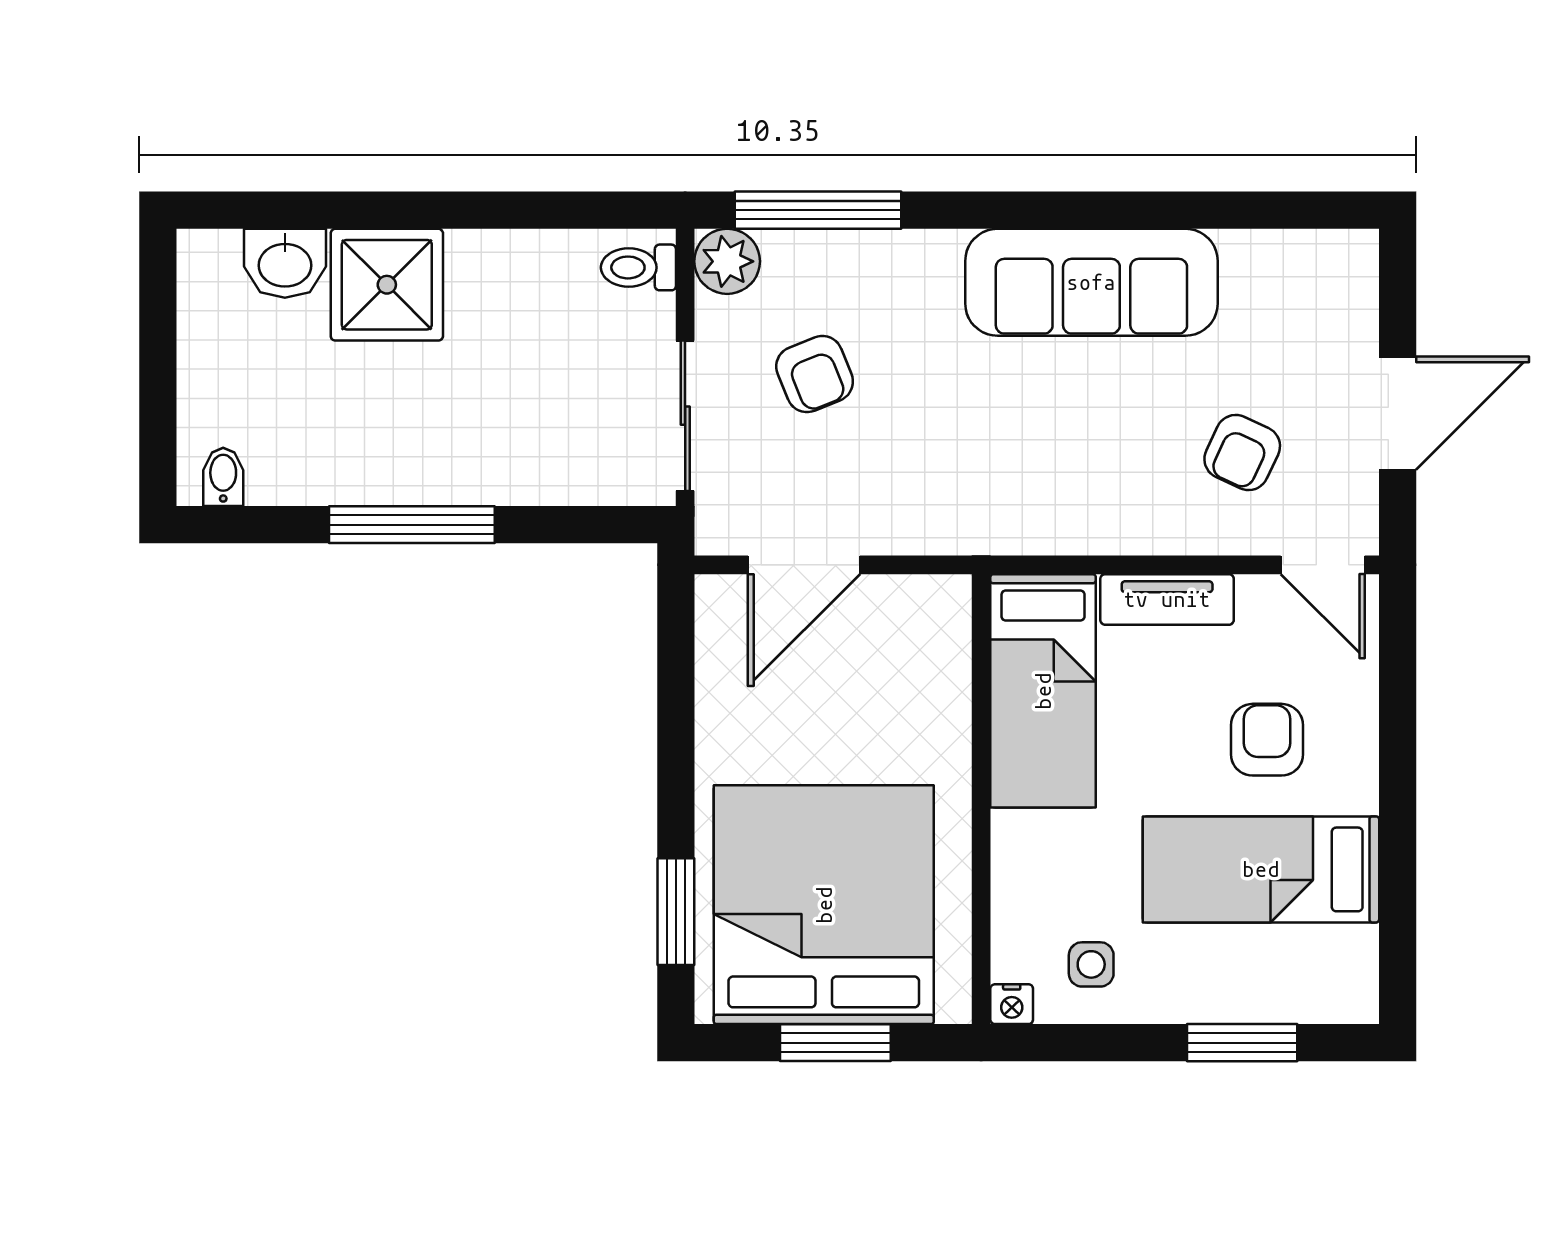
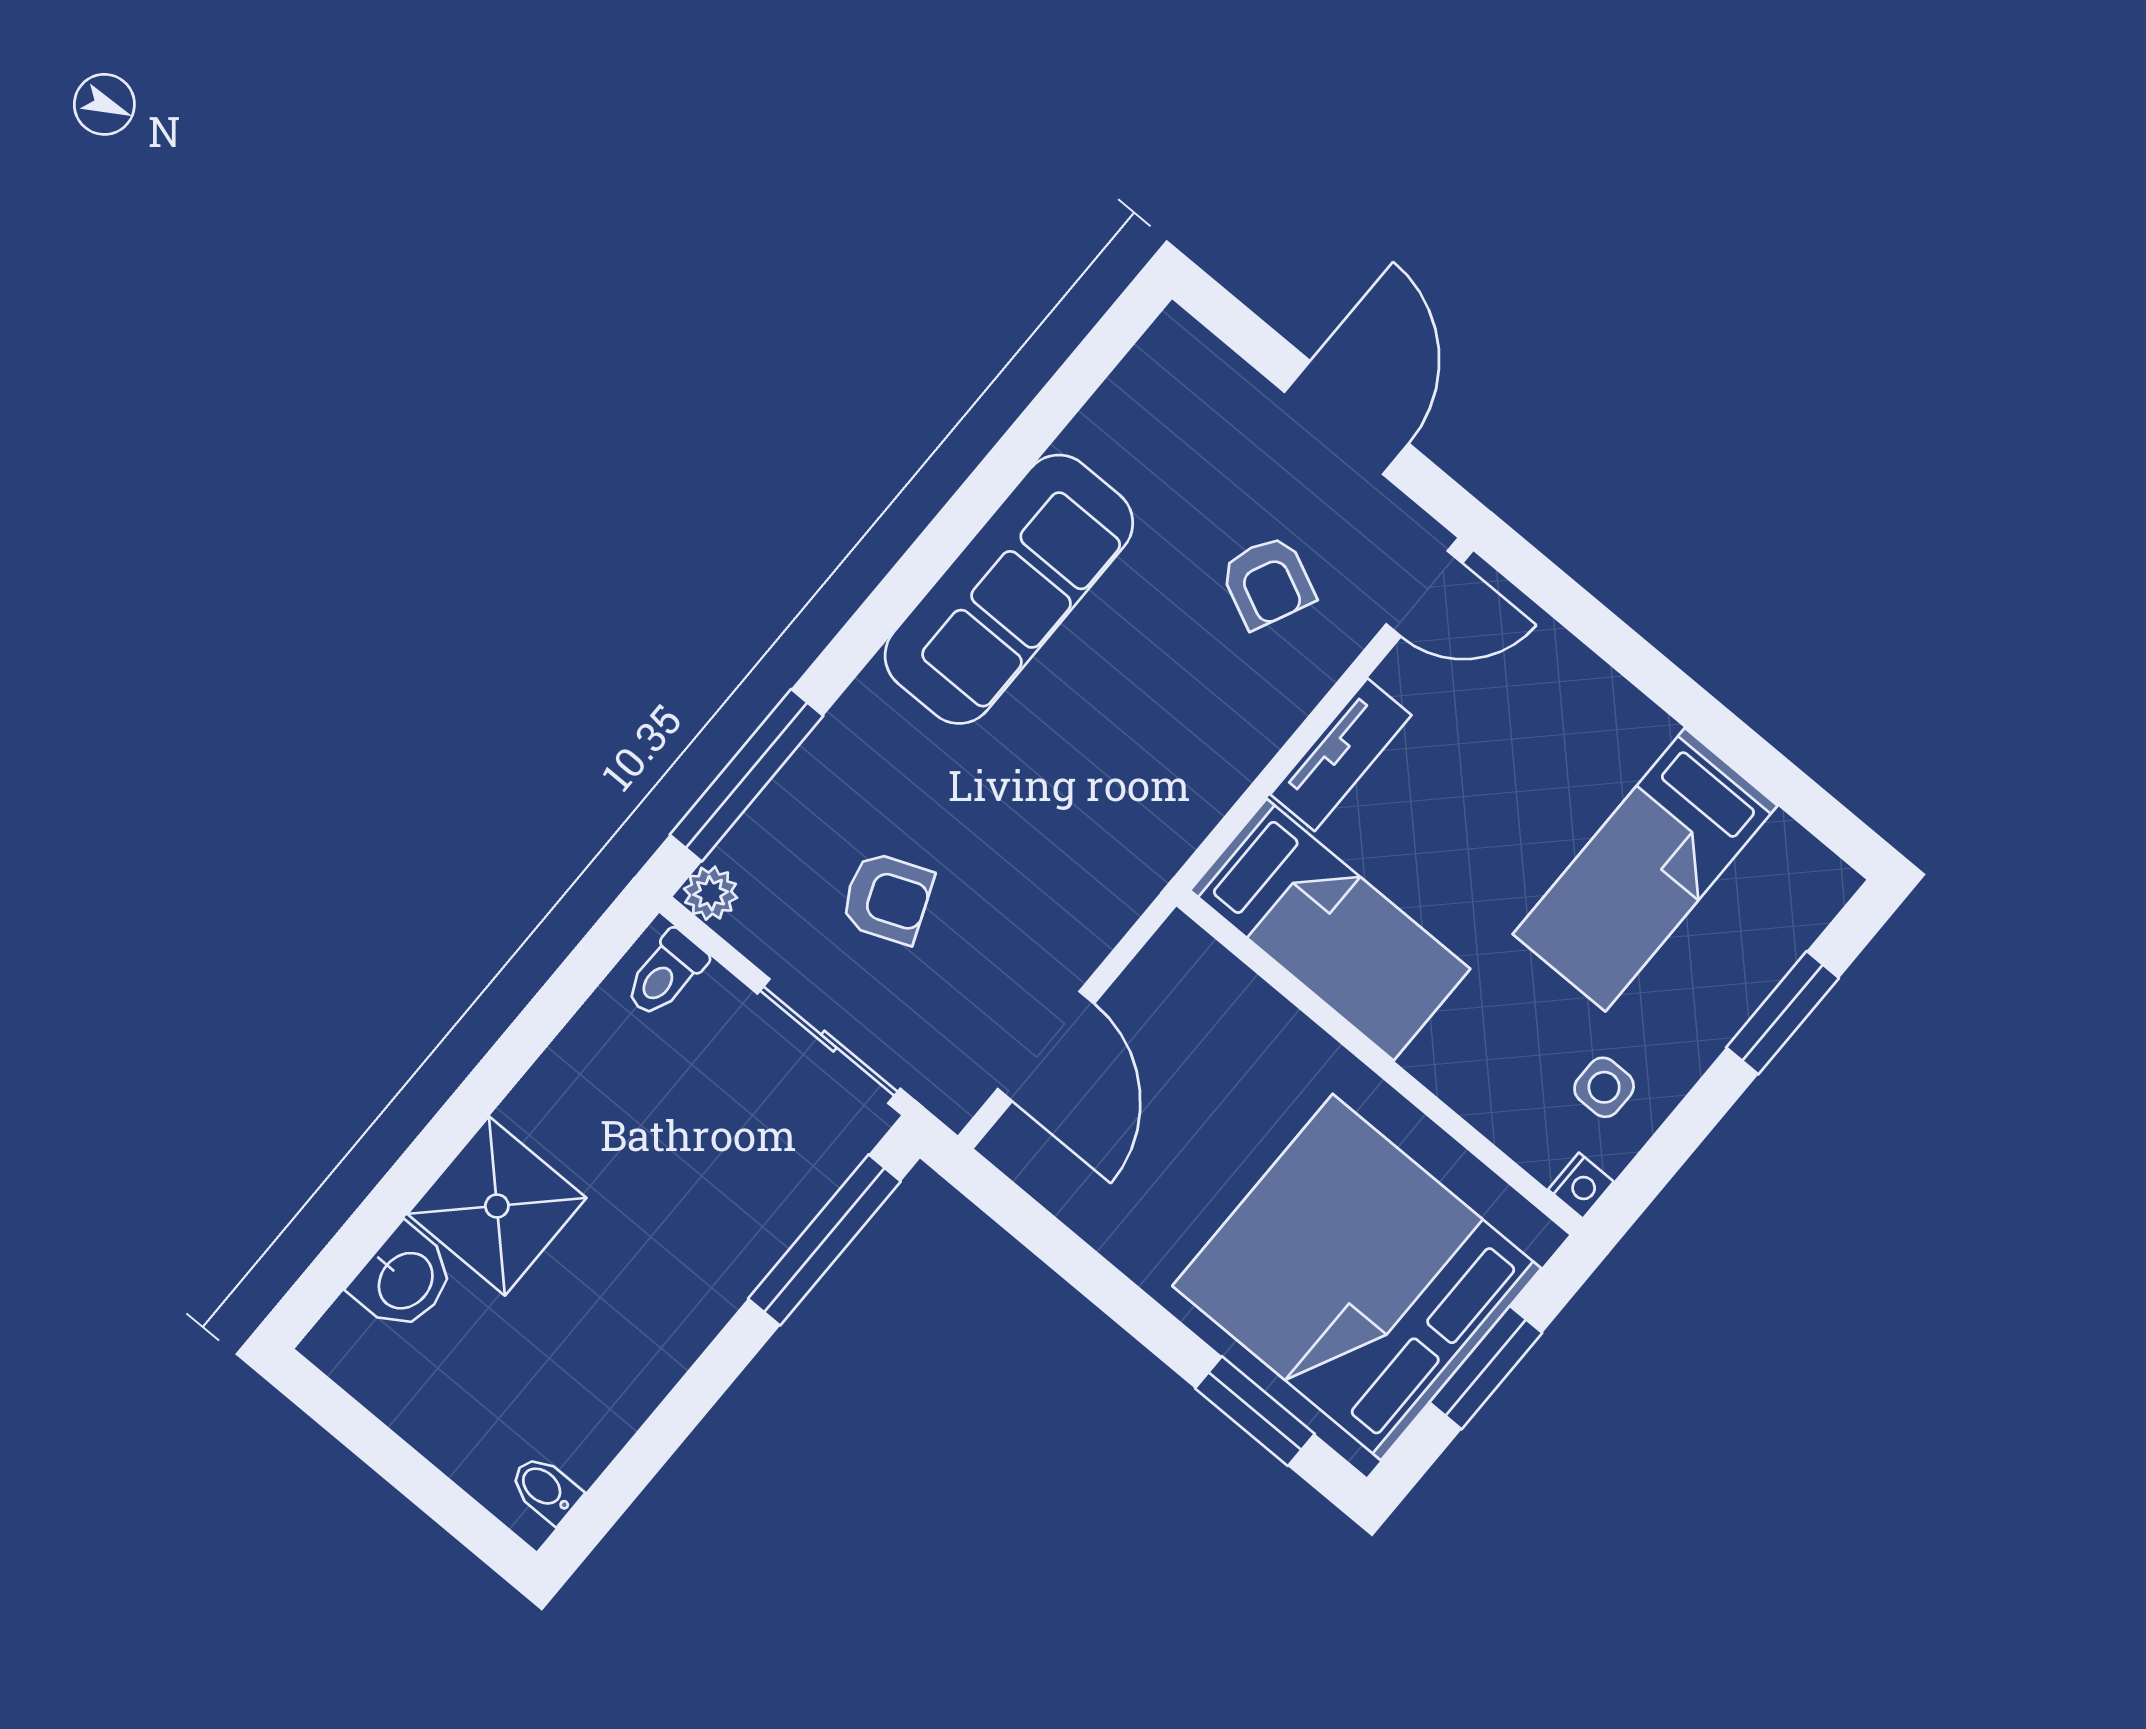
plant: (727, 261) -> (711, 893), width x0.73, depth x0.73
window: (412, 525) -> (824, 1240), moved
armchair: (1267, 740) -> (1536, 770), removed

